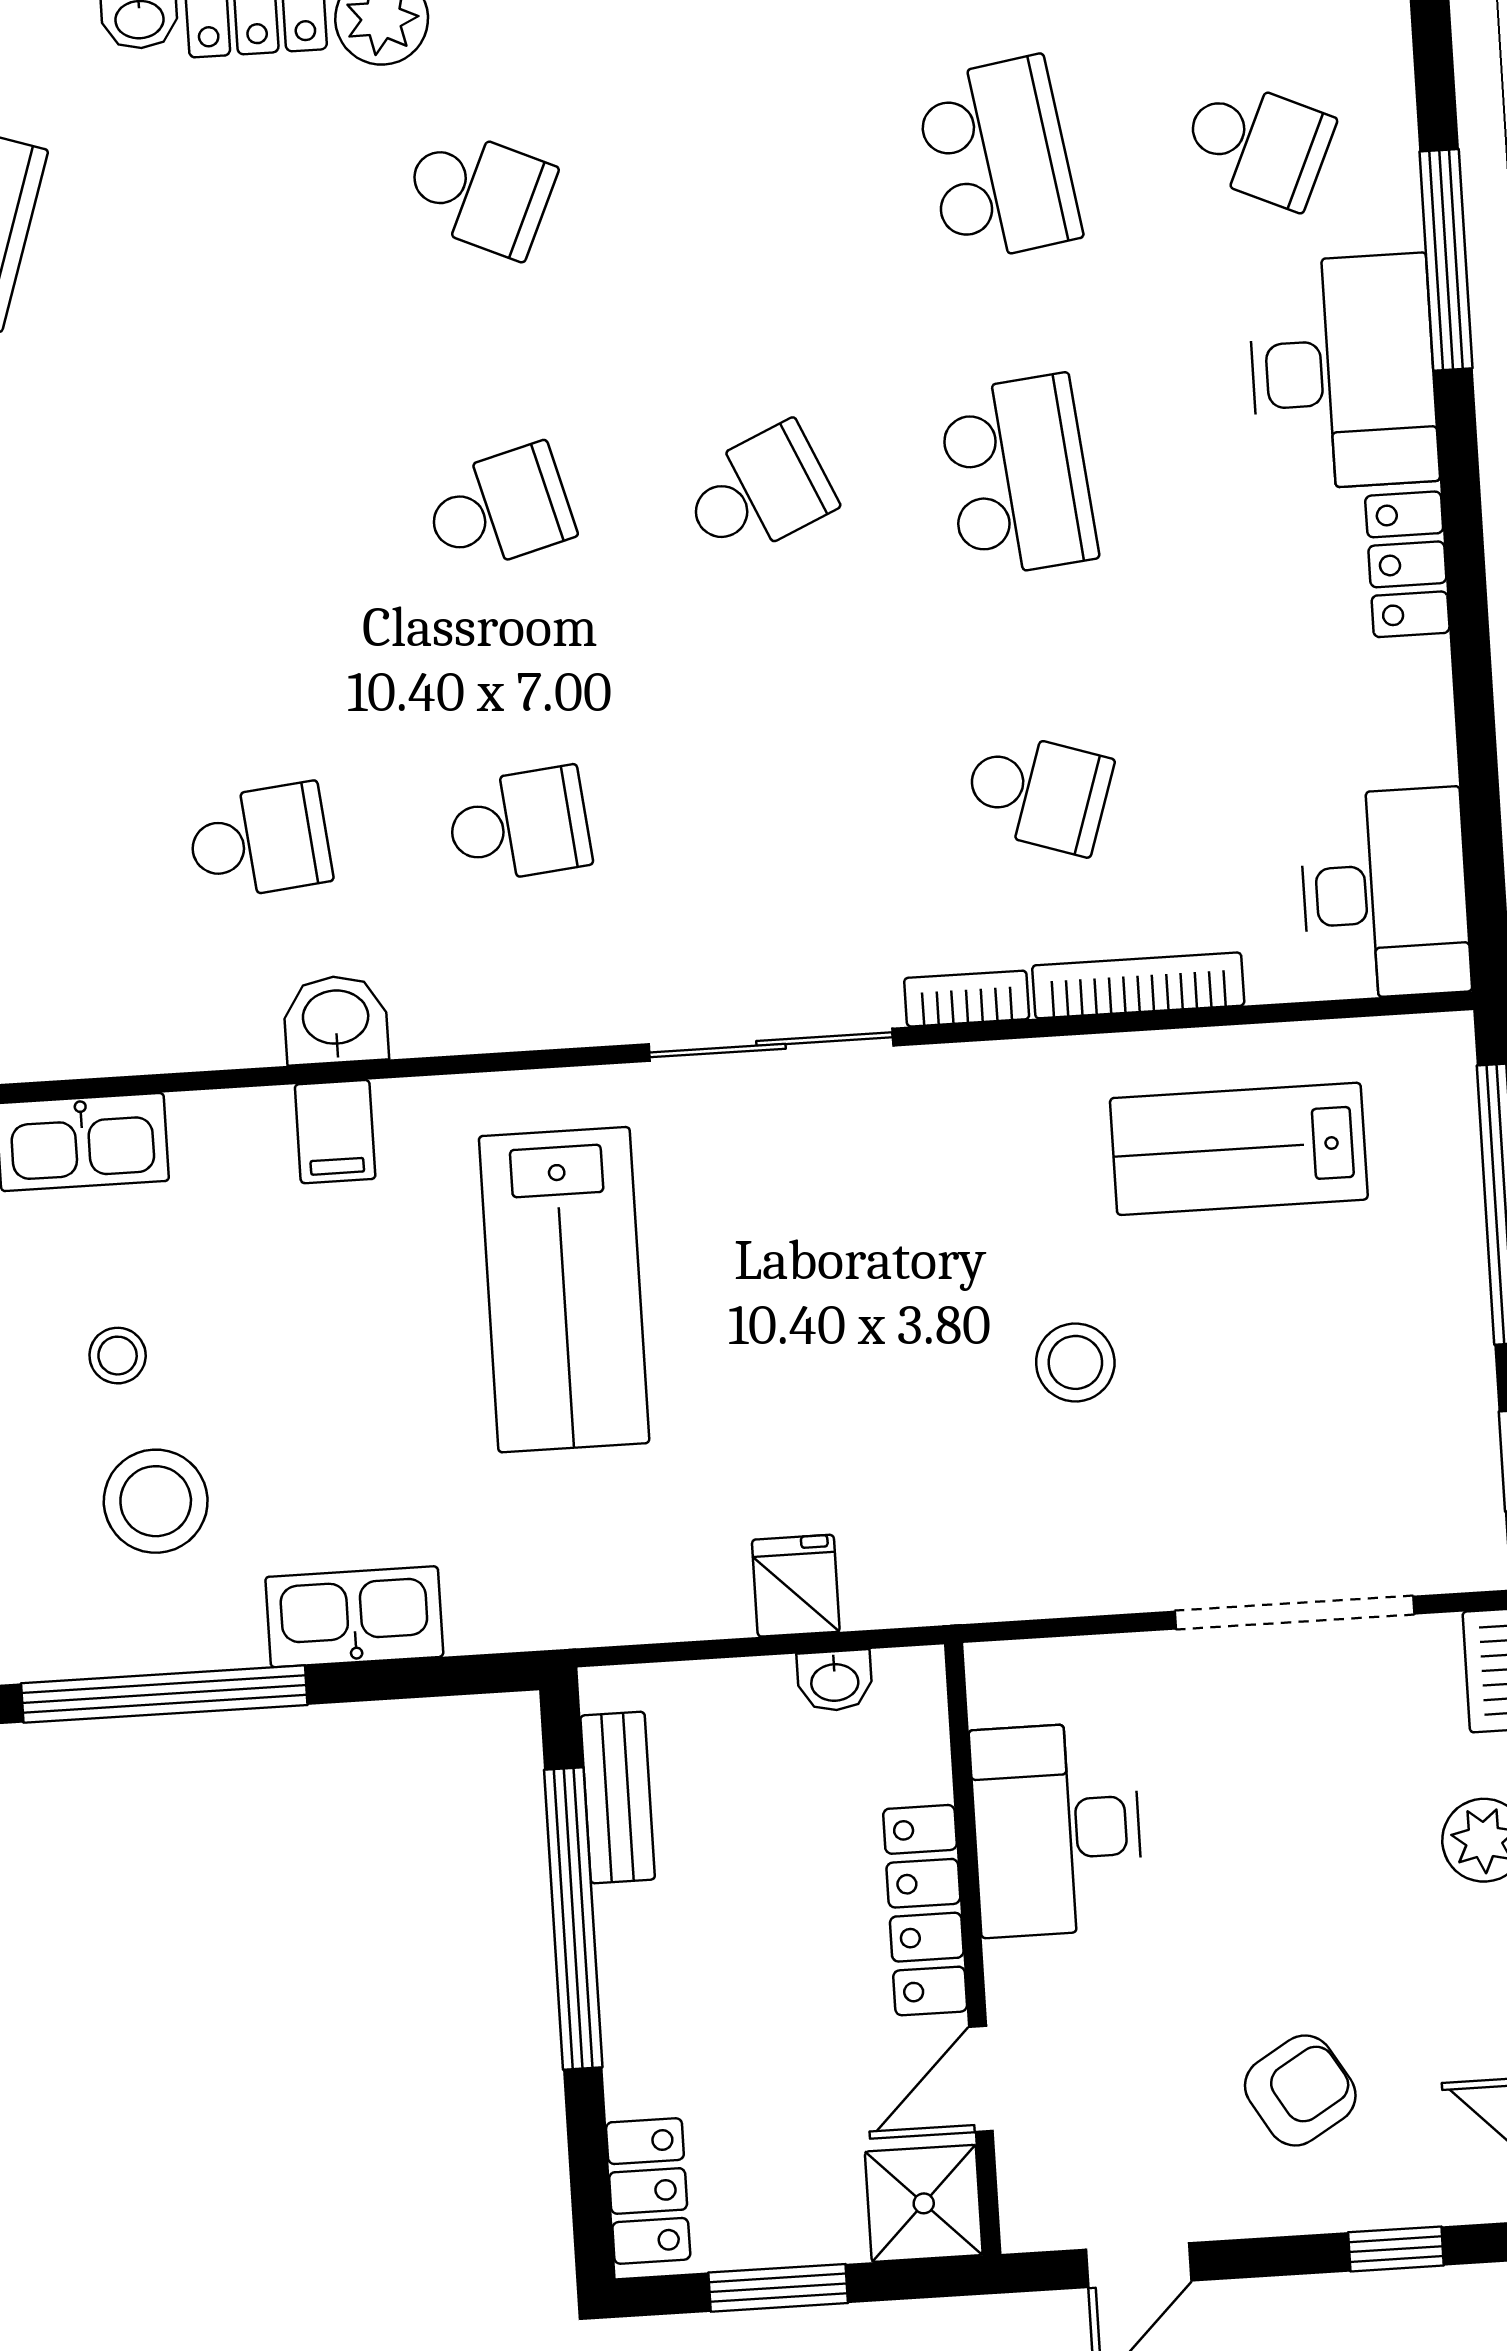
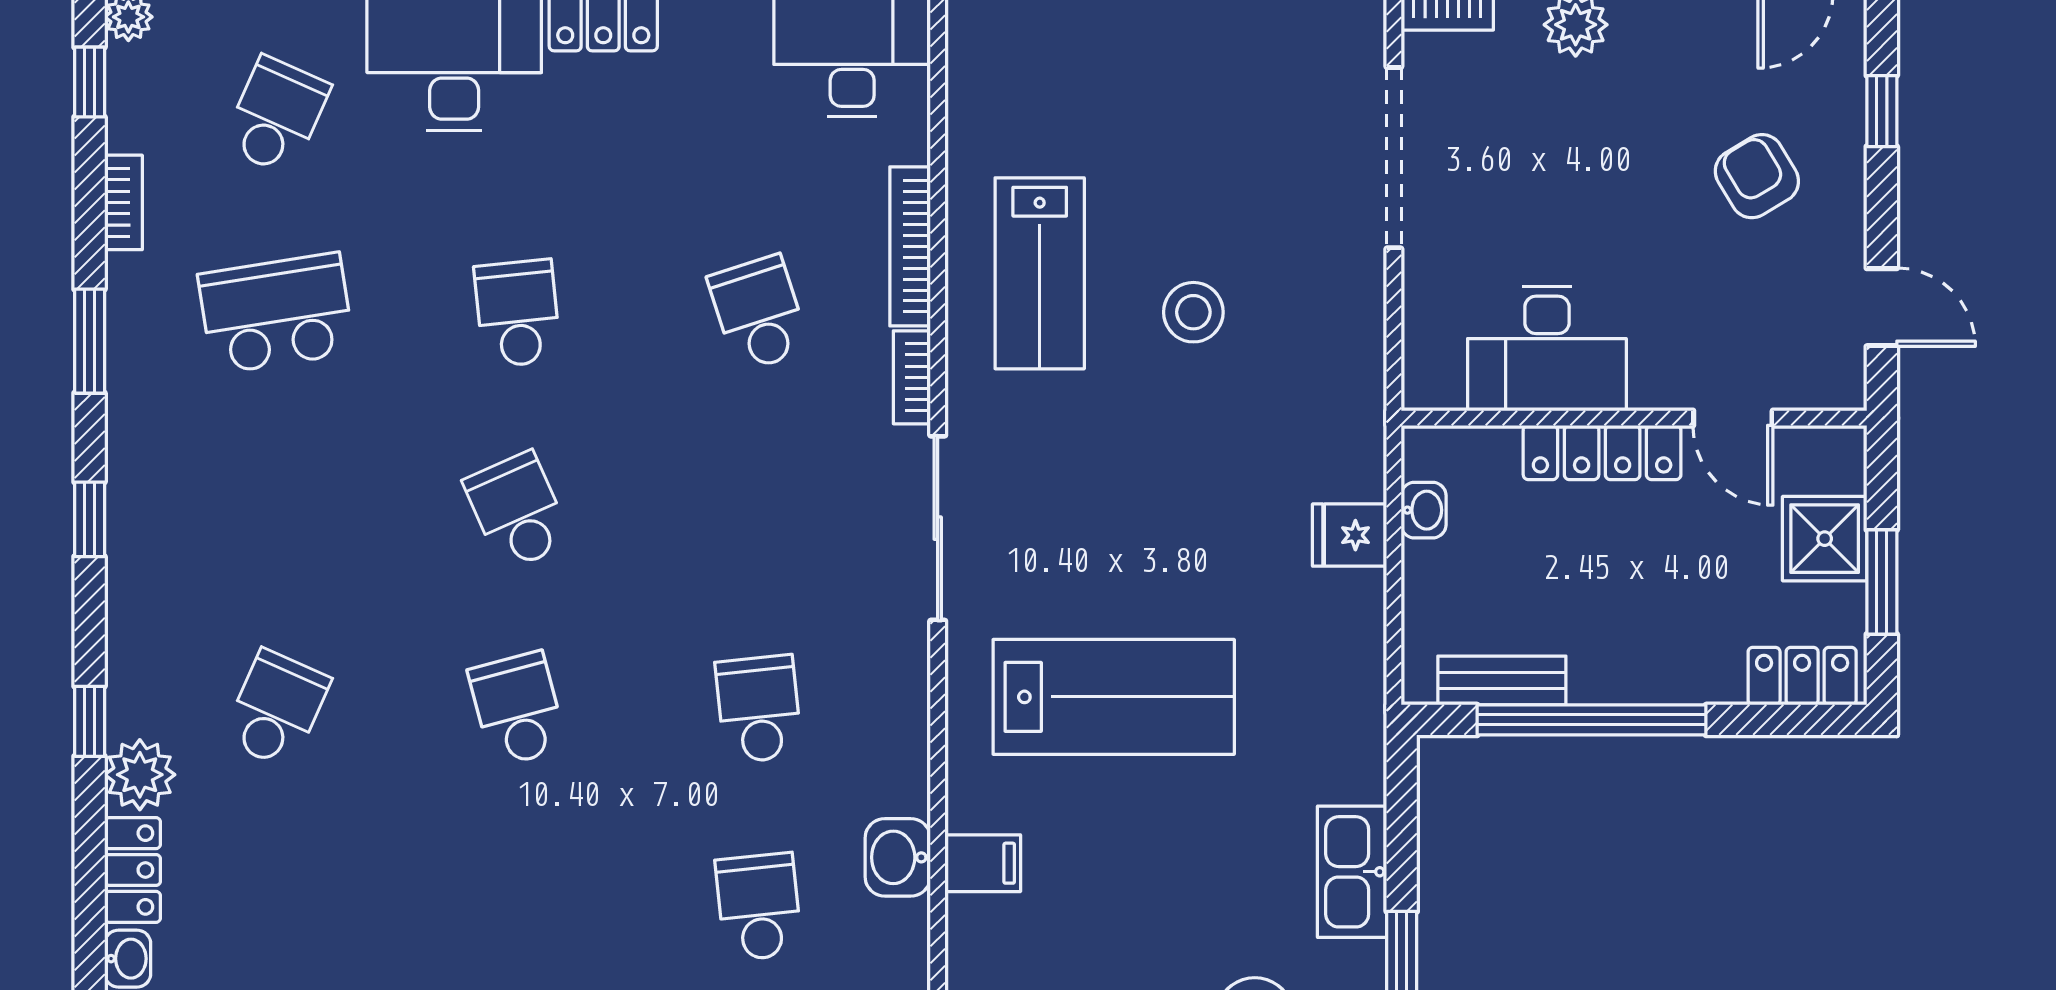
school desk: (1018, 476) -> (518, 313), width x0.54
school desk: (1038, 792) -> (759, 313), turned -36
lab bench: (1239, 1149) -> (1040, 273), moved
shower: (924, 2203) -> (1825, 539), moved

